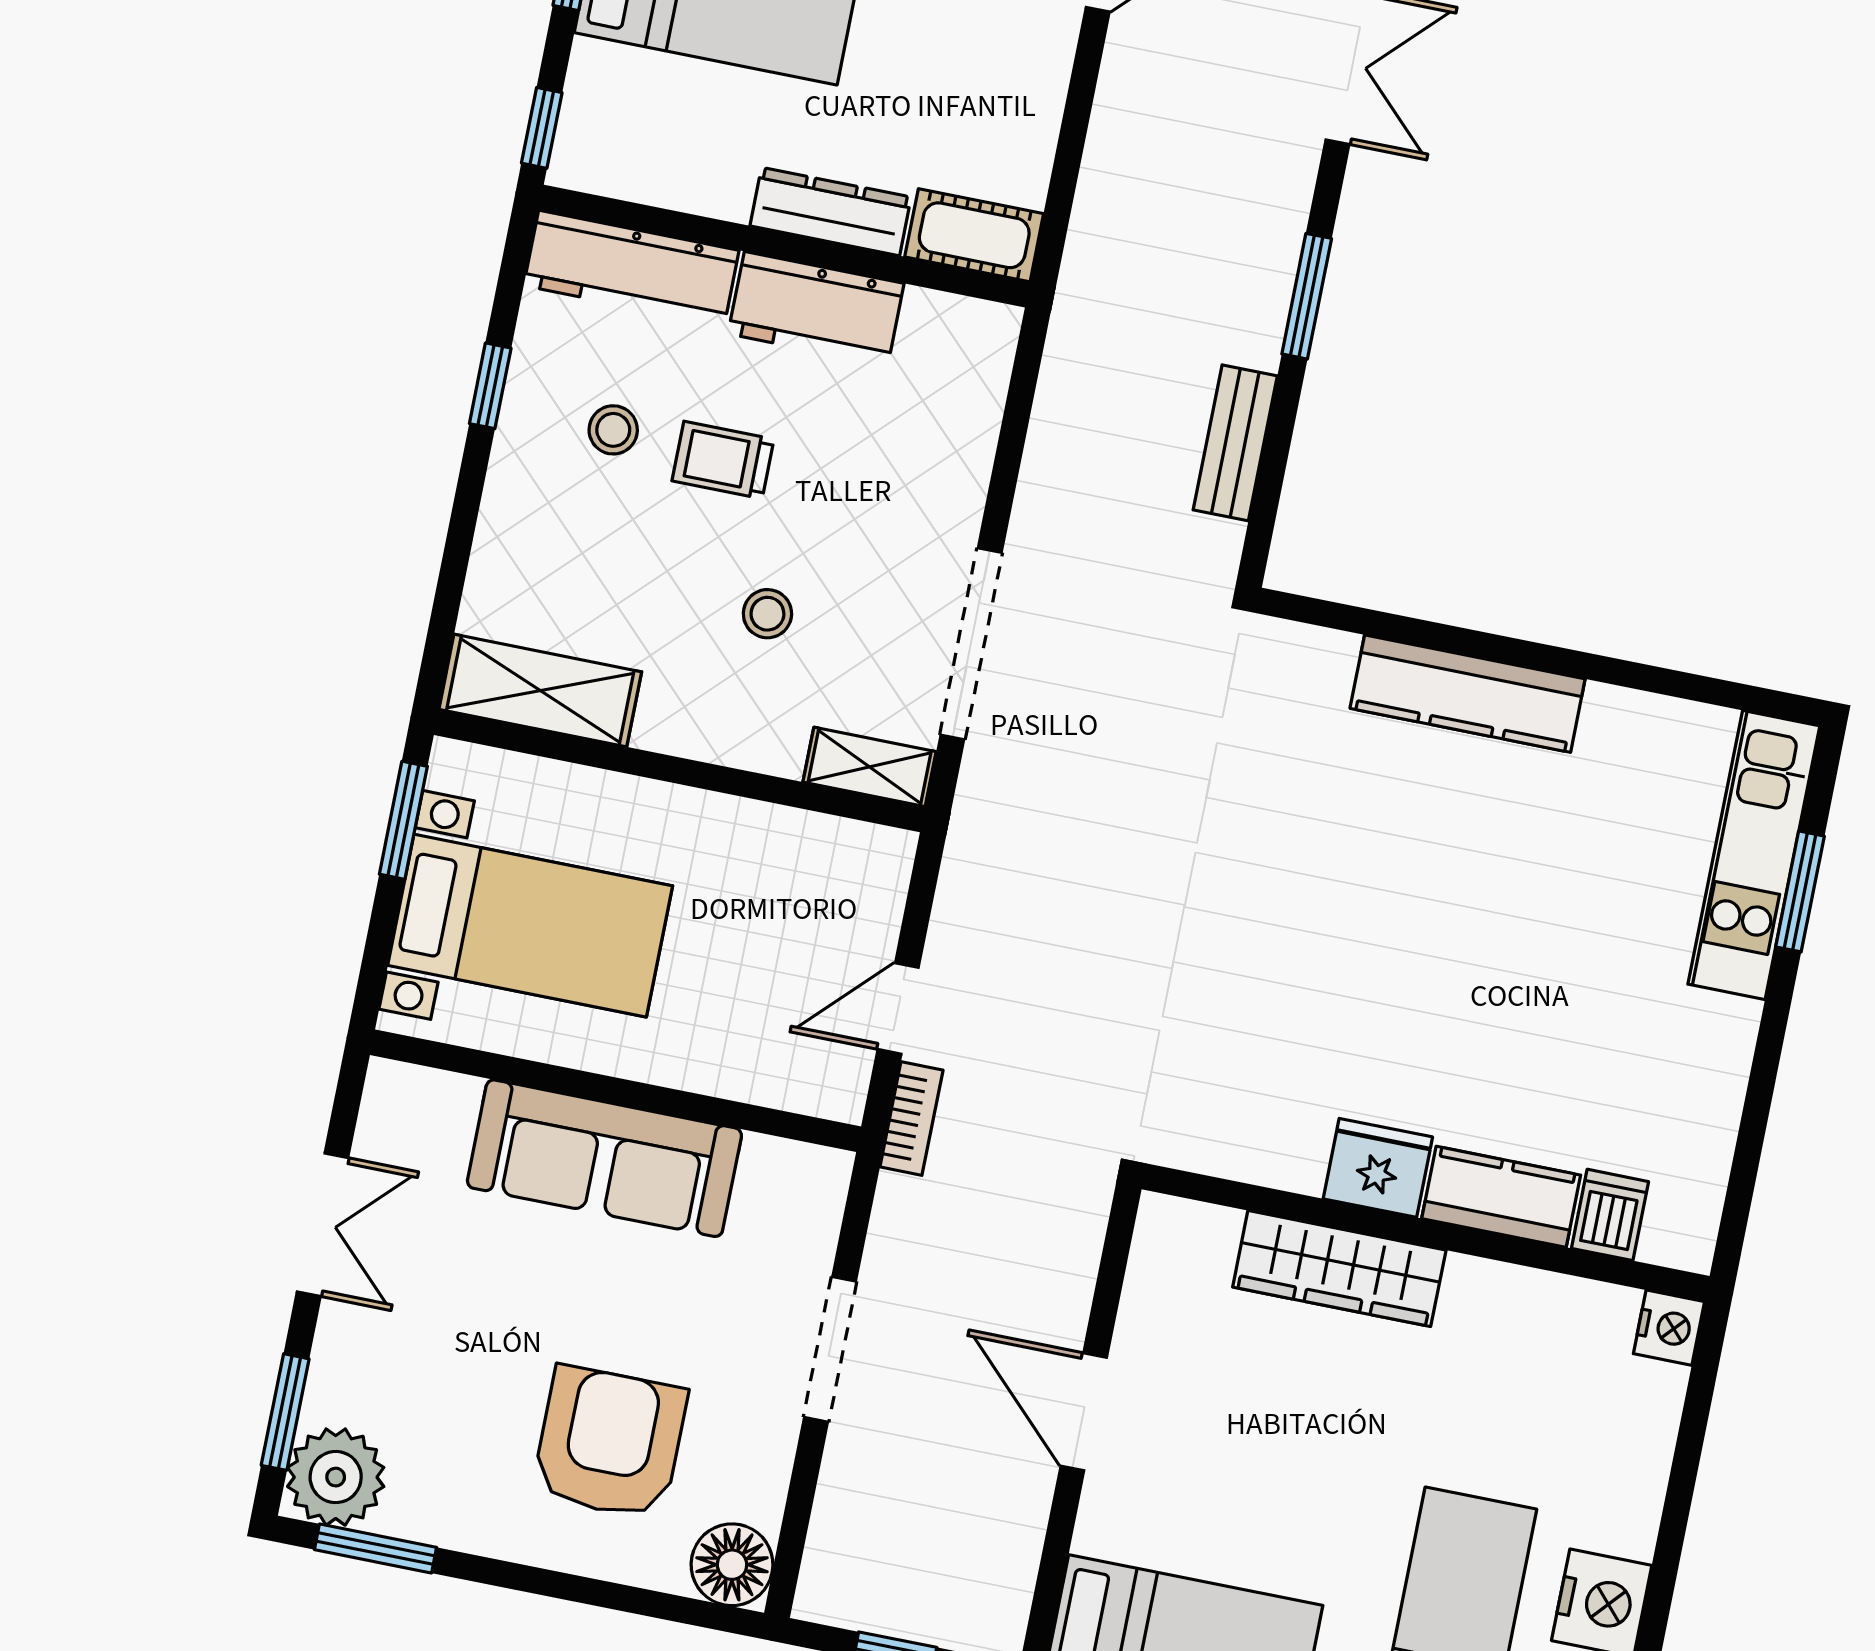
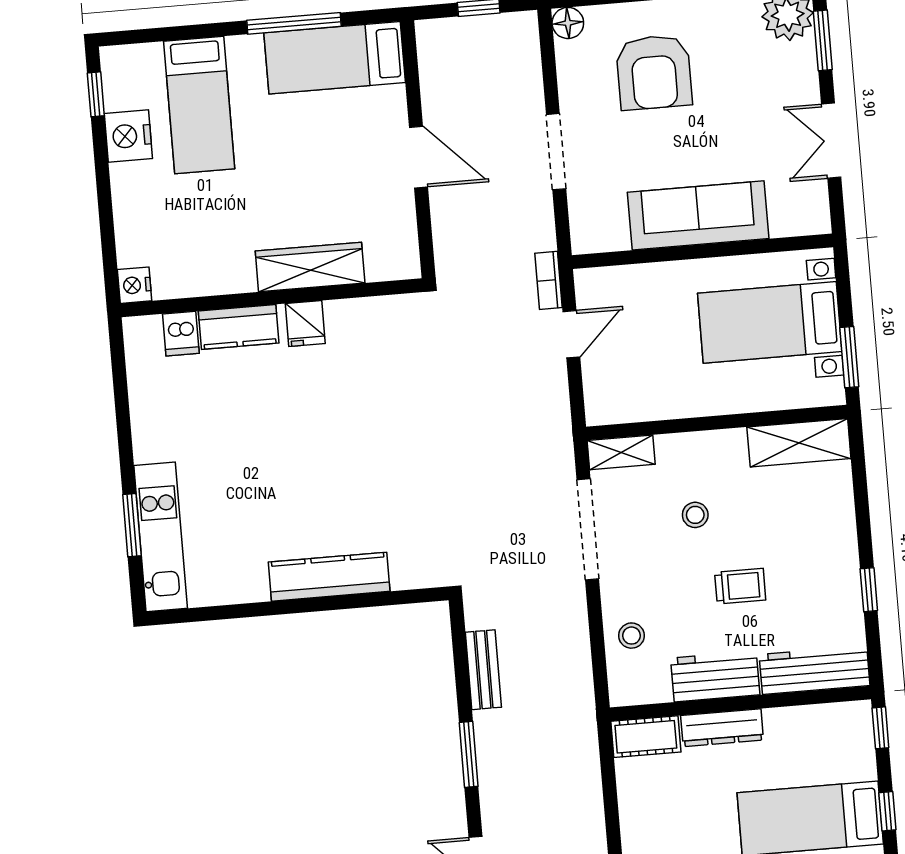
stool: (613, 430) -> (631, 636), moved
fridge: (1378, 1168) -> (305, 324), width x0.72
floor lamp: (732, 1565) -> (568, 23), width x0.73, depth x0.73

